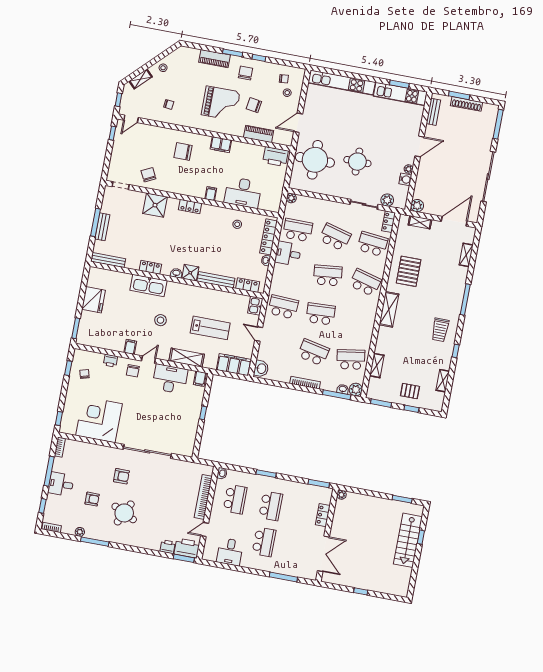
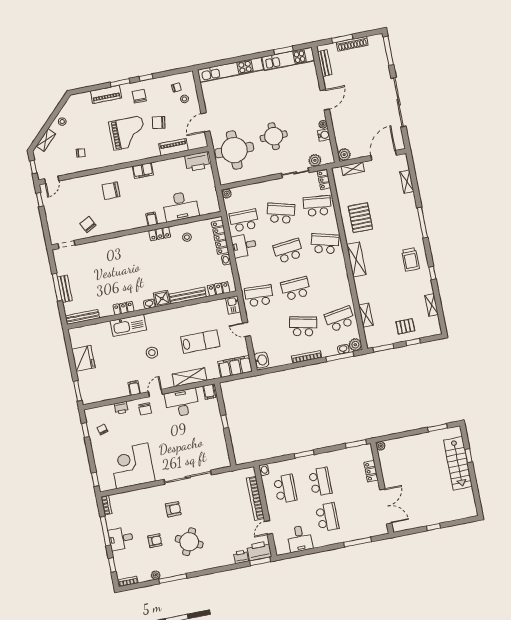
shower: (155, 205) -> (105, 250), removed
locker: (190, 206) -> (160, 234), moved

